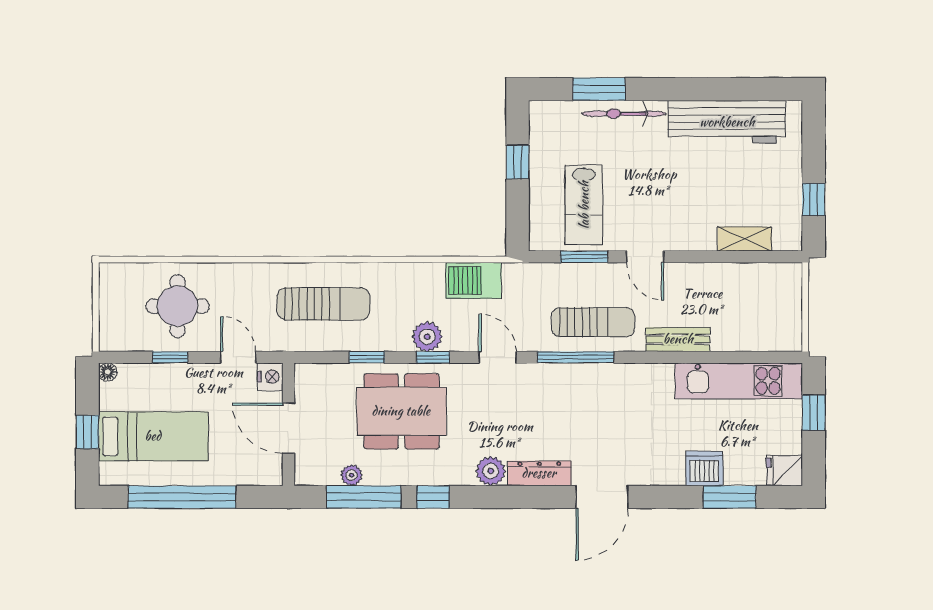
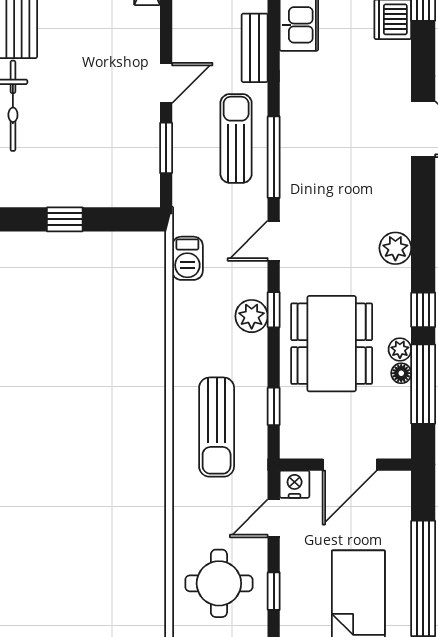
lab bench: (584, 205) -> (111, 148), removed
barbecue: (474, 280) -> (187, 258), width x0.73, depth x0.79
sun lounger: (323, 304) -> (217, 427), turned 180
window: (367, 357) -> (274, 406), moved
dresser: (539, 473) -> (398, 196), removed
plant: (352, 475) -> (400, 349), moved
floor lamp: (374, 476) -> (401, 373), added

